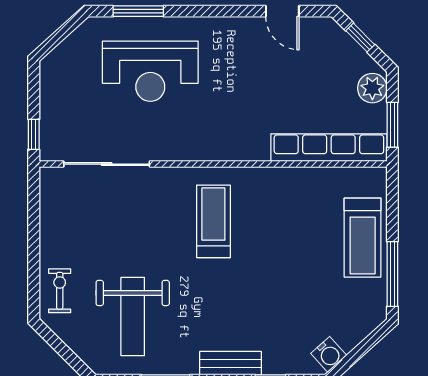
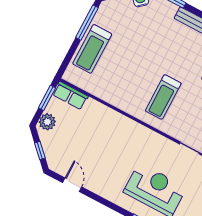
row of seats: (329, 148) -> (70, 95), width x0.50
treadmill: (363, 238) -> (92, 49), turned 180

